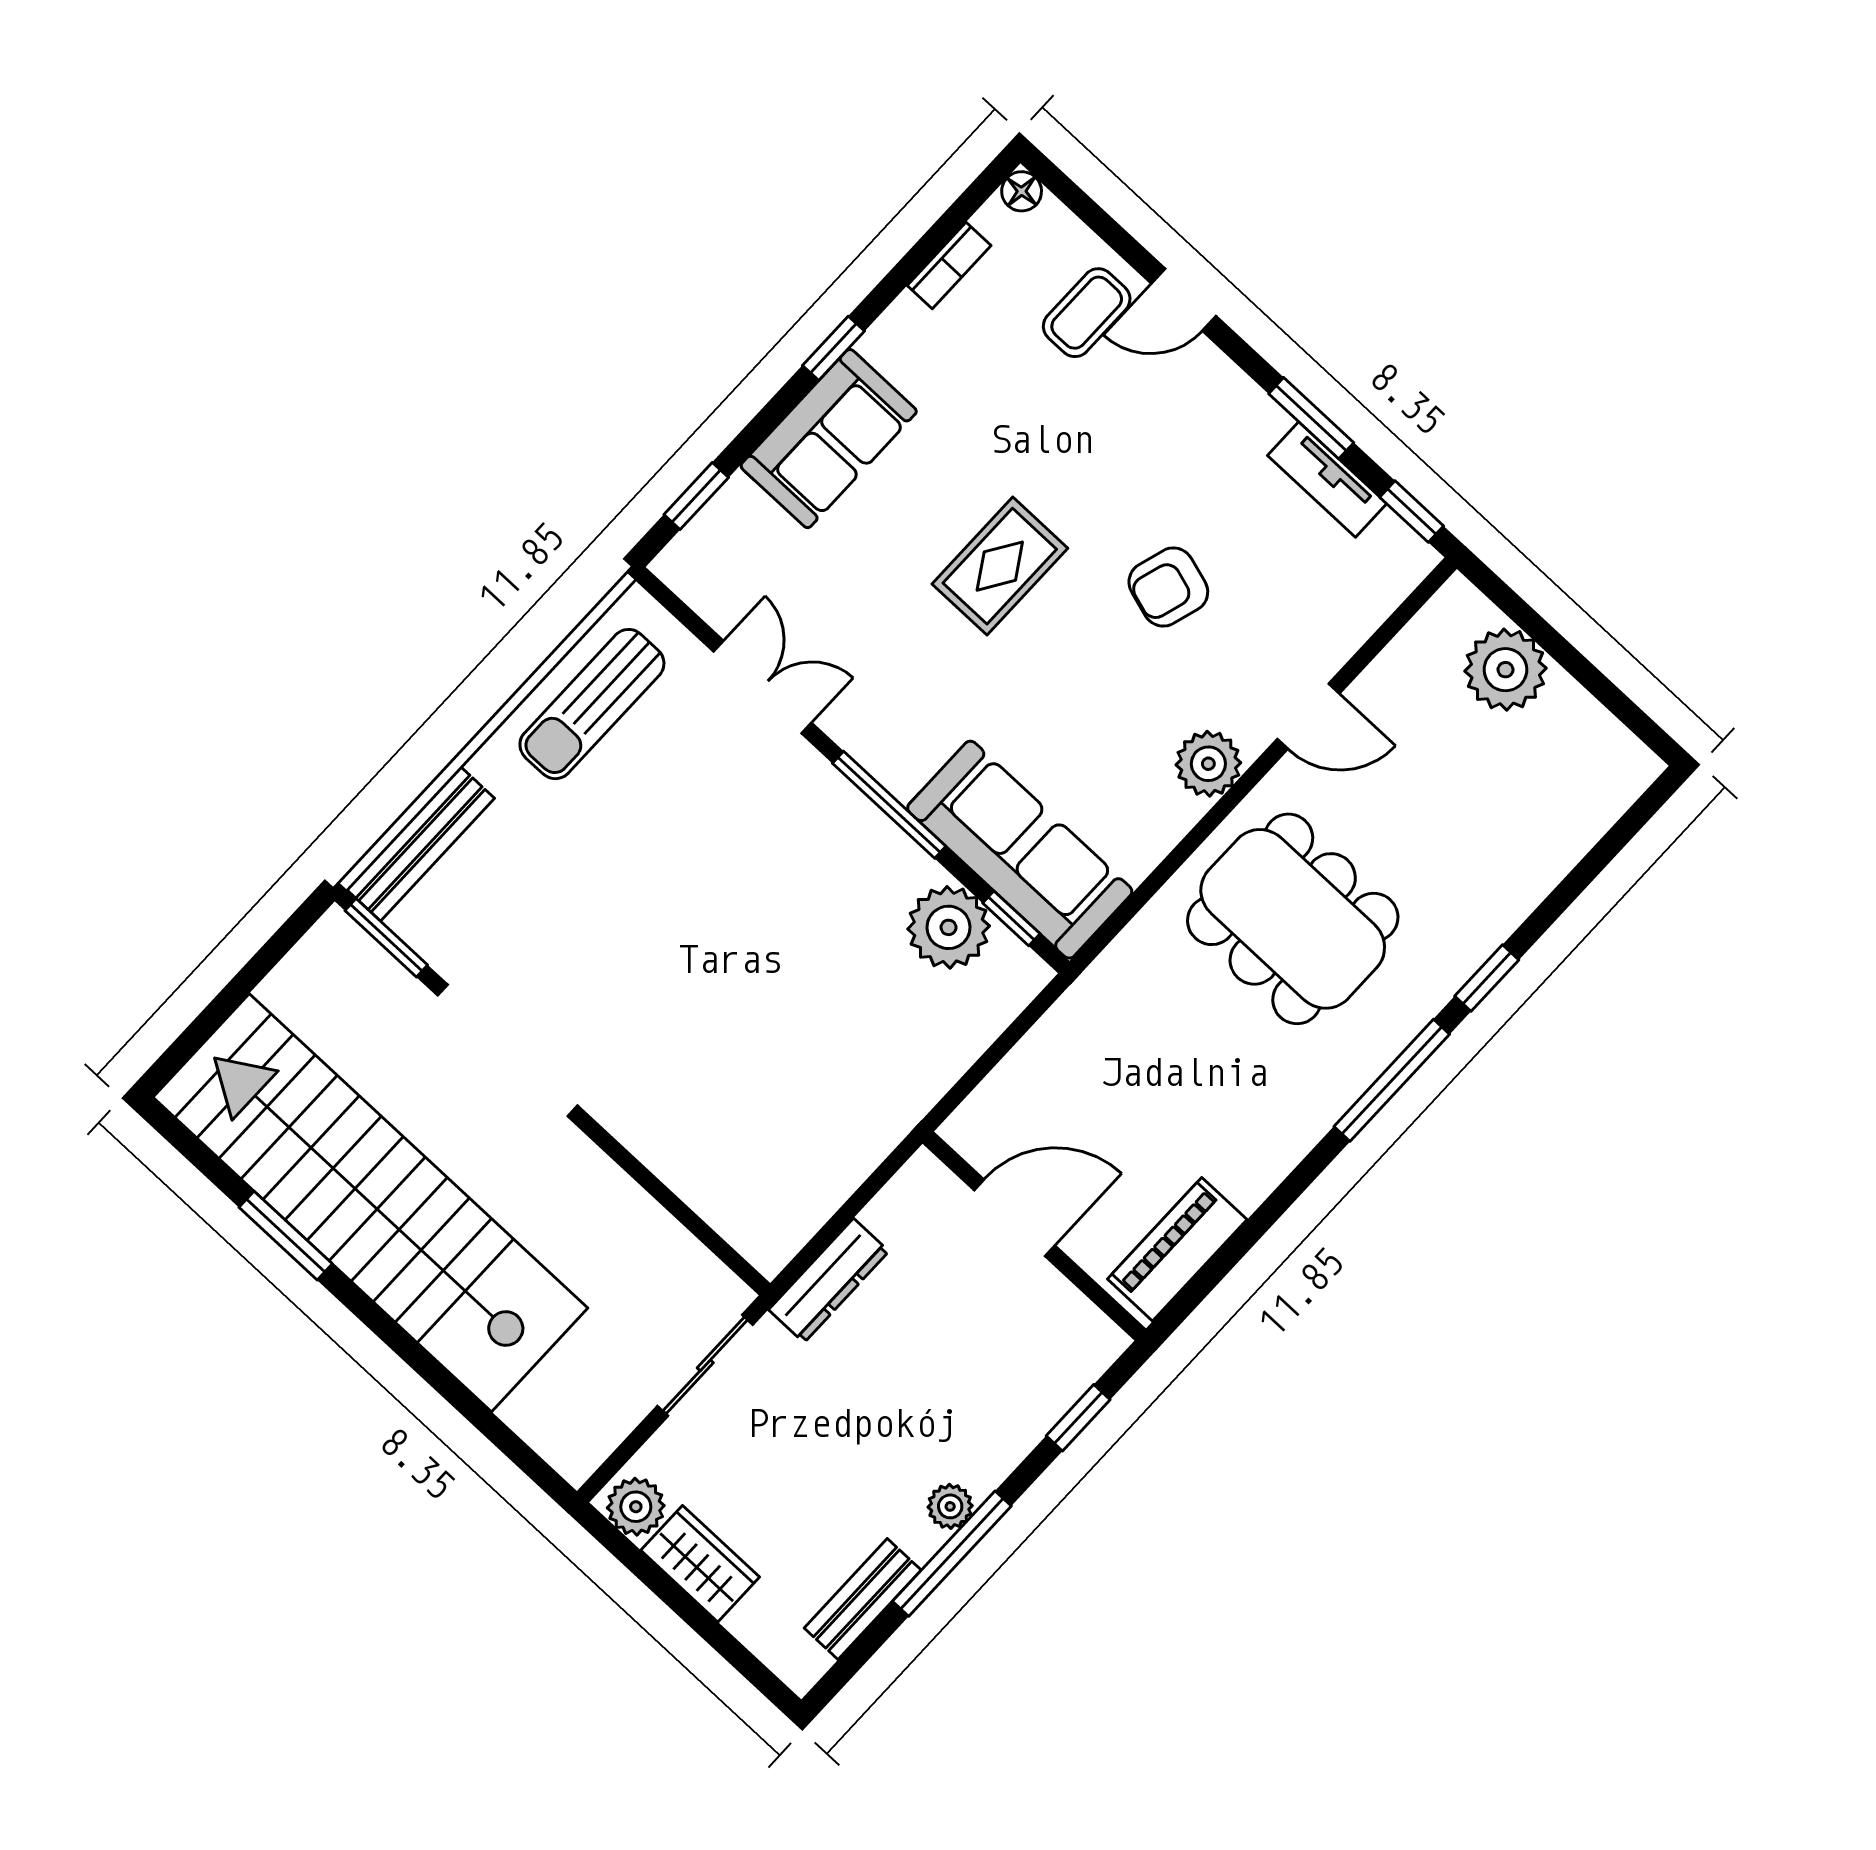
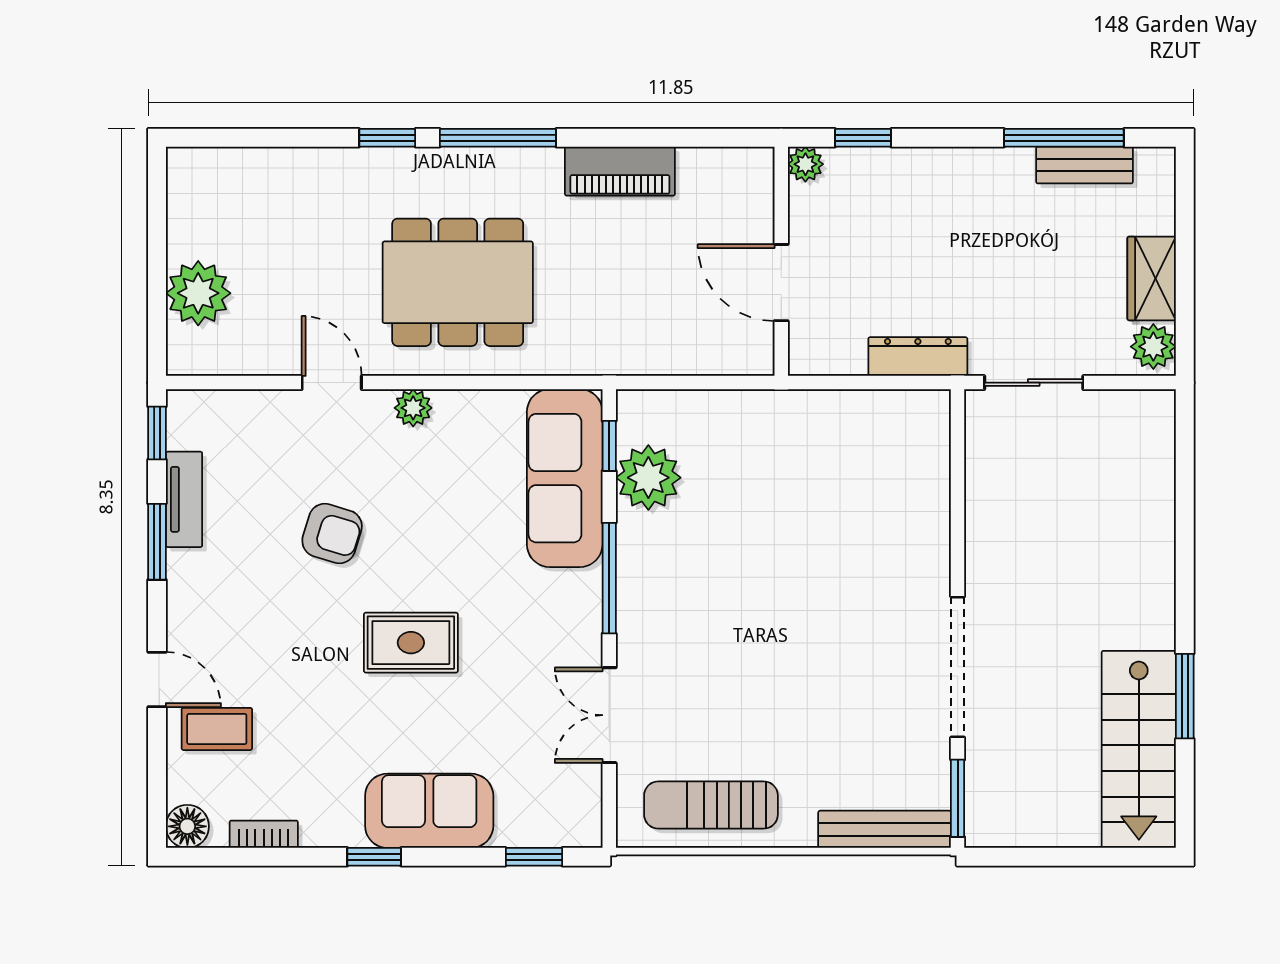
floor lamp: (1022, 191) -> (187, 826), width x1.37, depth x1.37
sun lounger: (592, 704) -> (711, 805), turned 180
plant: (1208, 764) -> (413, 408), width x0.73, depth x0.73
dining table: (1293, 919) -> (458, 282), turned 90
stairs: (370, 1203) -> (1139, 749), width x0.54, depth x0.66
piano: (1177, 1249) -> (620, 171), moved
plant: (950, 1506) -> (805, 164), moved
window: (952, 1554) -> (1064, 138), moved

